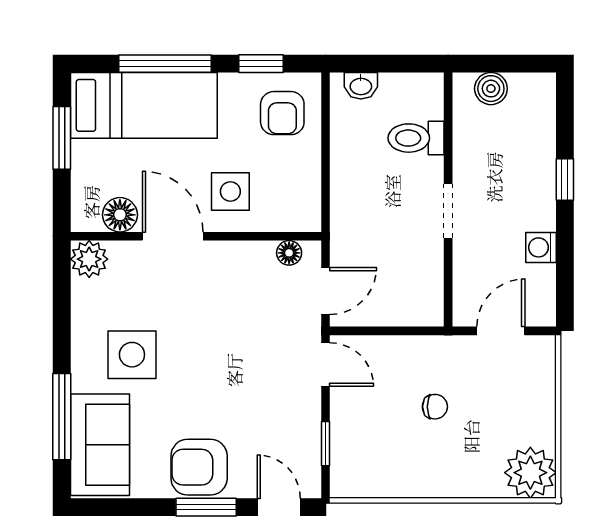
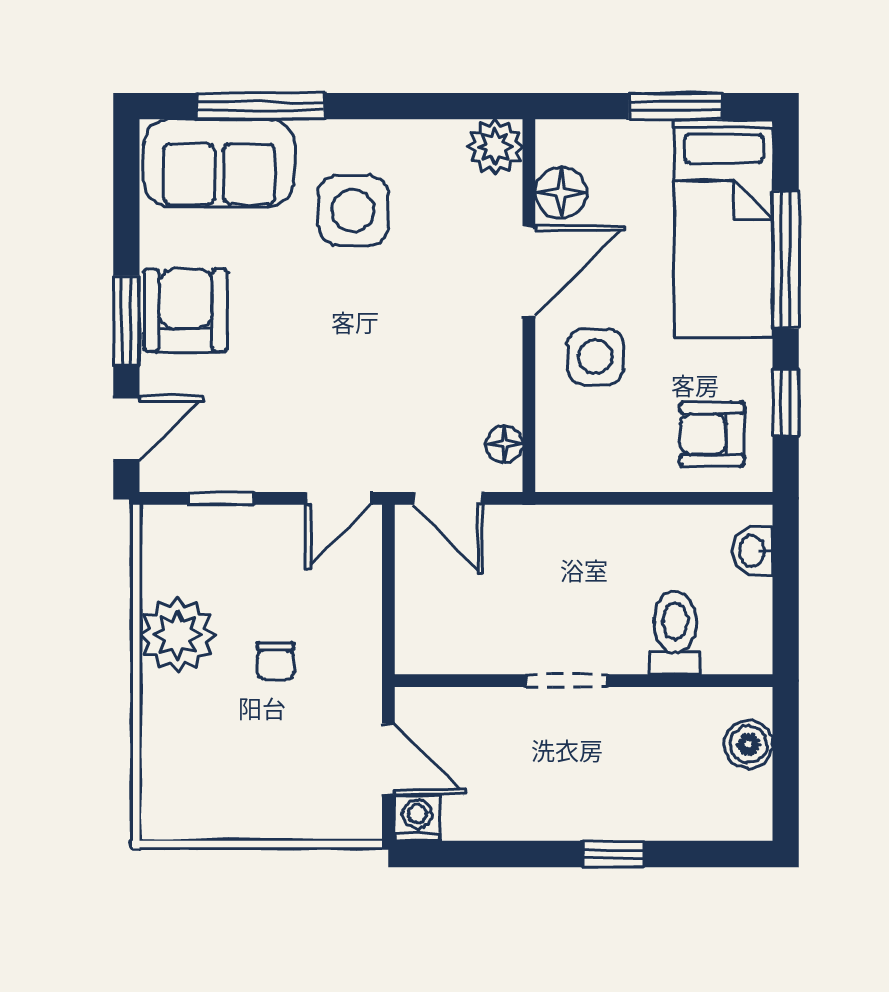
washing machine: (541, 247) -> (417, 819), moved
plant: (530, 473) -> (177, 635), moved

